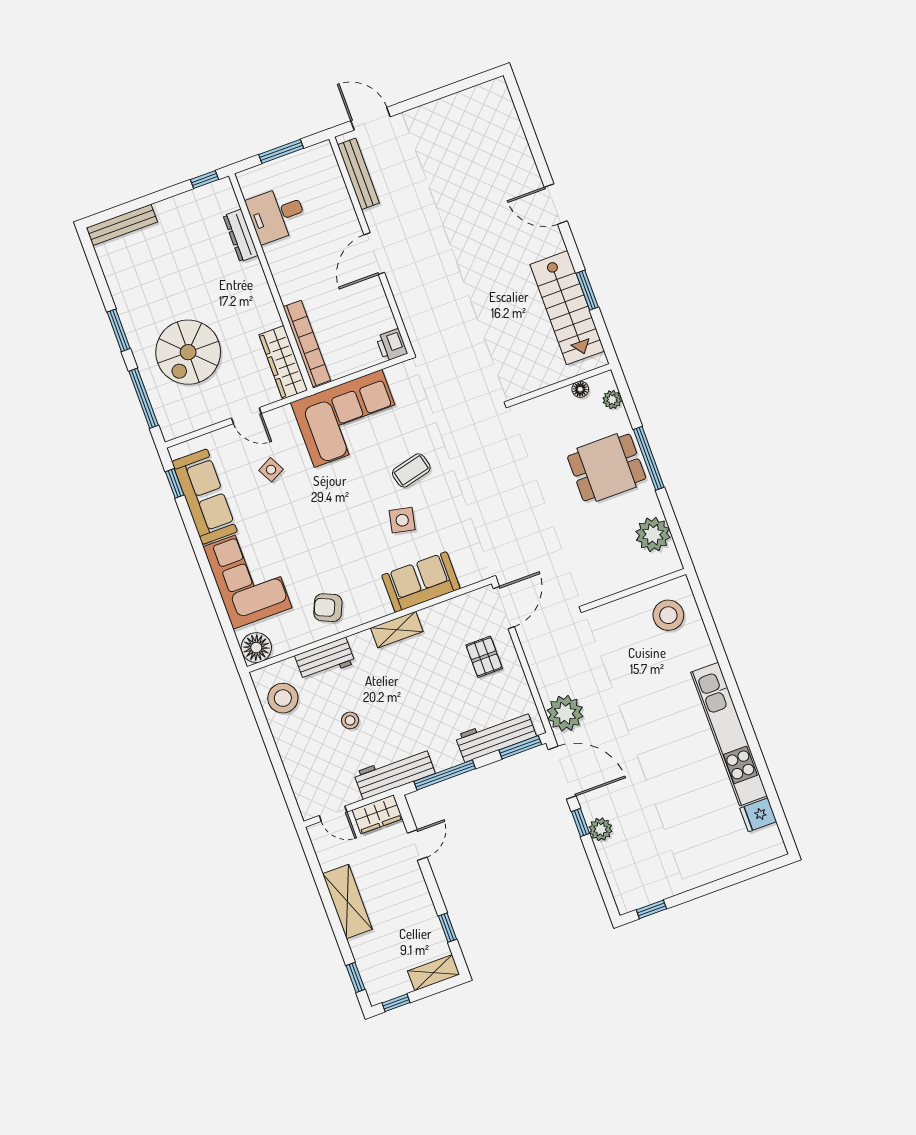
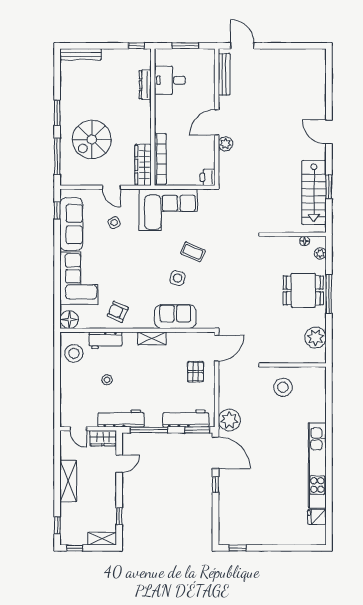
coffee table: (411, 470) -> (193, 252), turned 37
stool: (668, 615) -> (283, 387), moved
plant: (601, 829) -> (225, 144), moved

